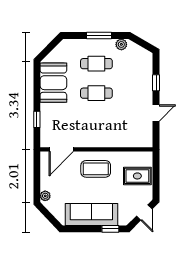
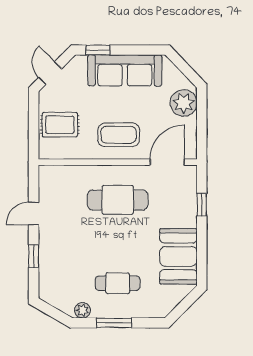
cafe table: (96, 93) -> (118, 200), moved, width x1.37, depth x1.35
plant: (45, 196) -> (184, 103), width x1.88, depth x1.88

